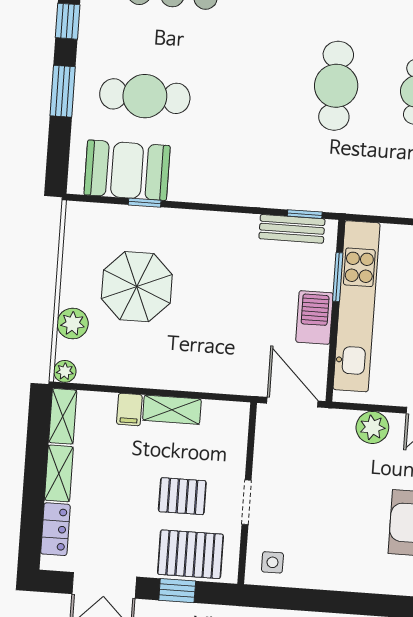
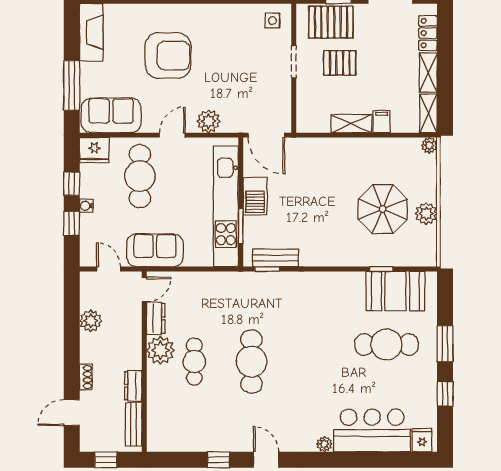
plant: (73, 324) -> (426, 214), moved

